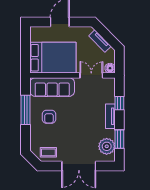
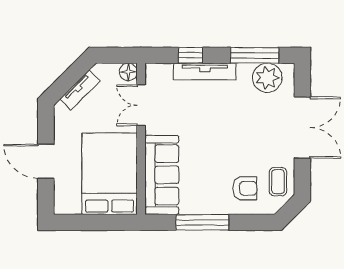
tv unit: (110, 116) -> (205, 72), width x1.41
armchair: (49, 117) -> (245, 188), moved
window: (119, 139) -> (255, 55), width x1.44

